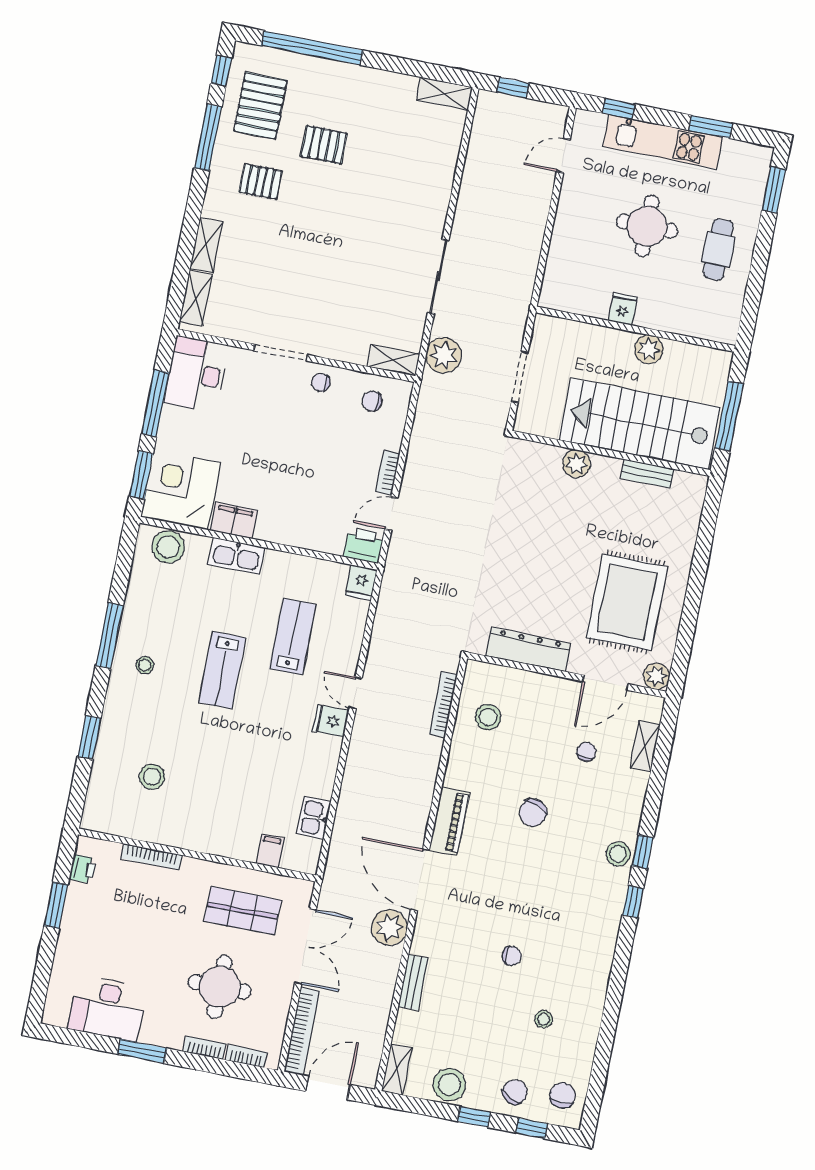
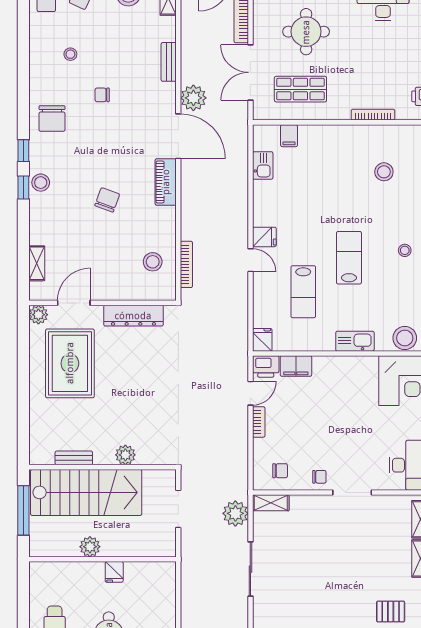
filing cabinet: (234, 521) -> (296, 366), moved
chair: (586, 752) -> (52, 119), moved, width x1.87, depth x1.87

